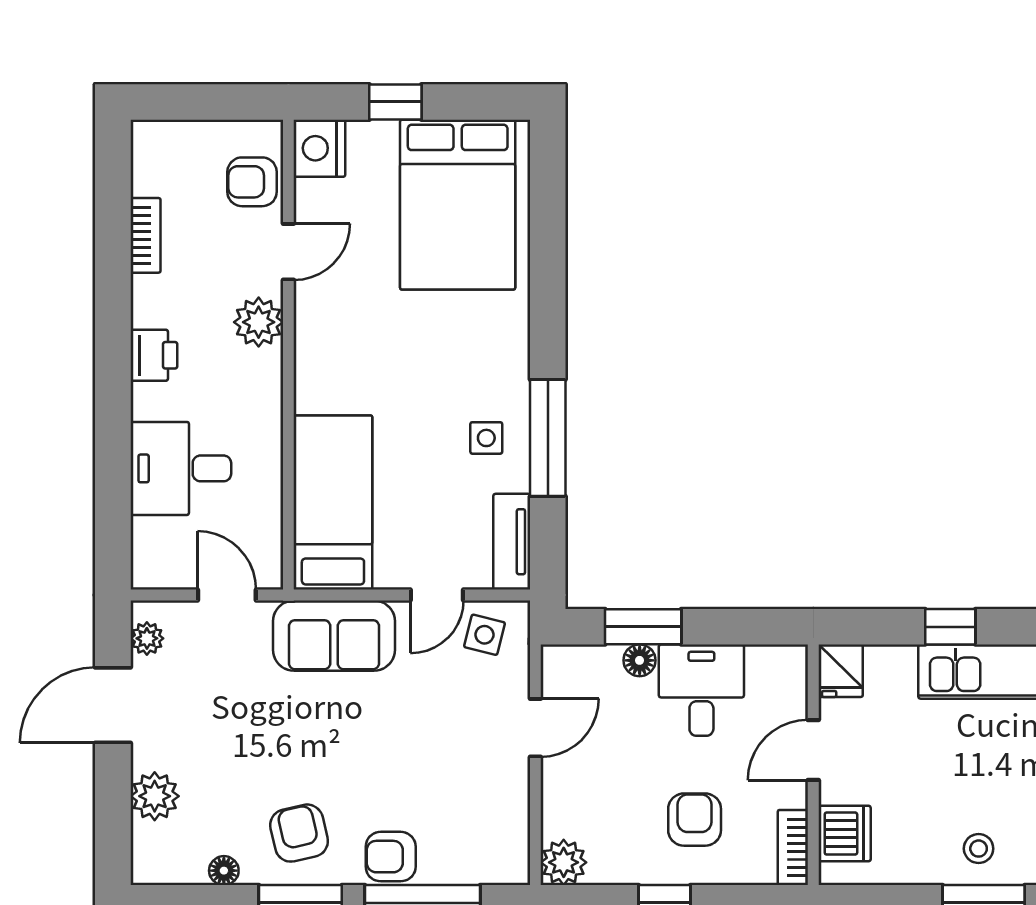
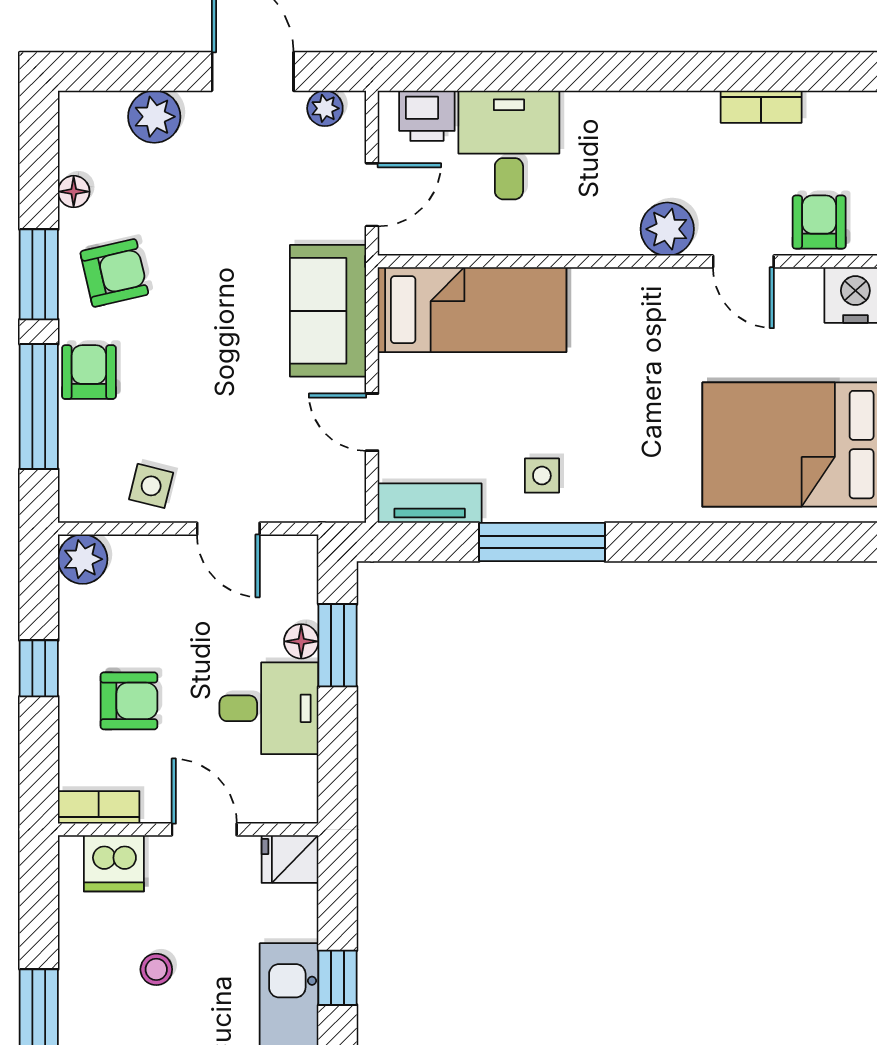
printer: (154, 355) -> (427, 116), moved
side table: (484, 635) -> (151, 486), moved
stool: (979, 849) -> (156, 969), moved

